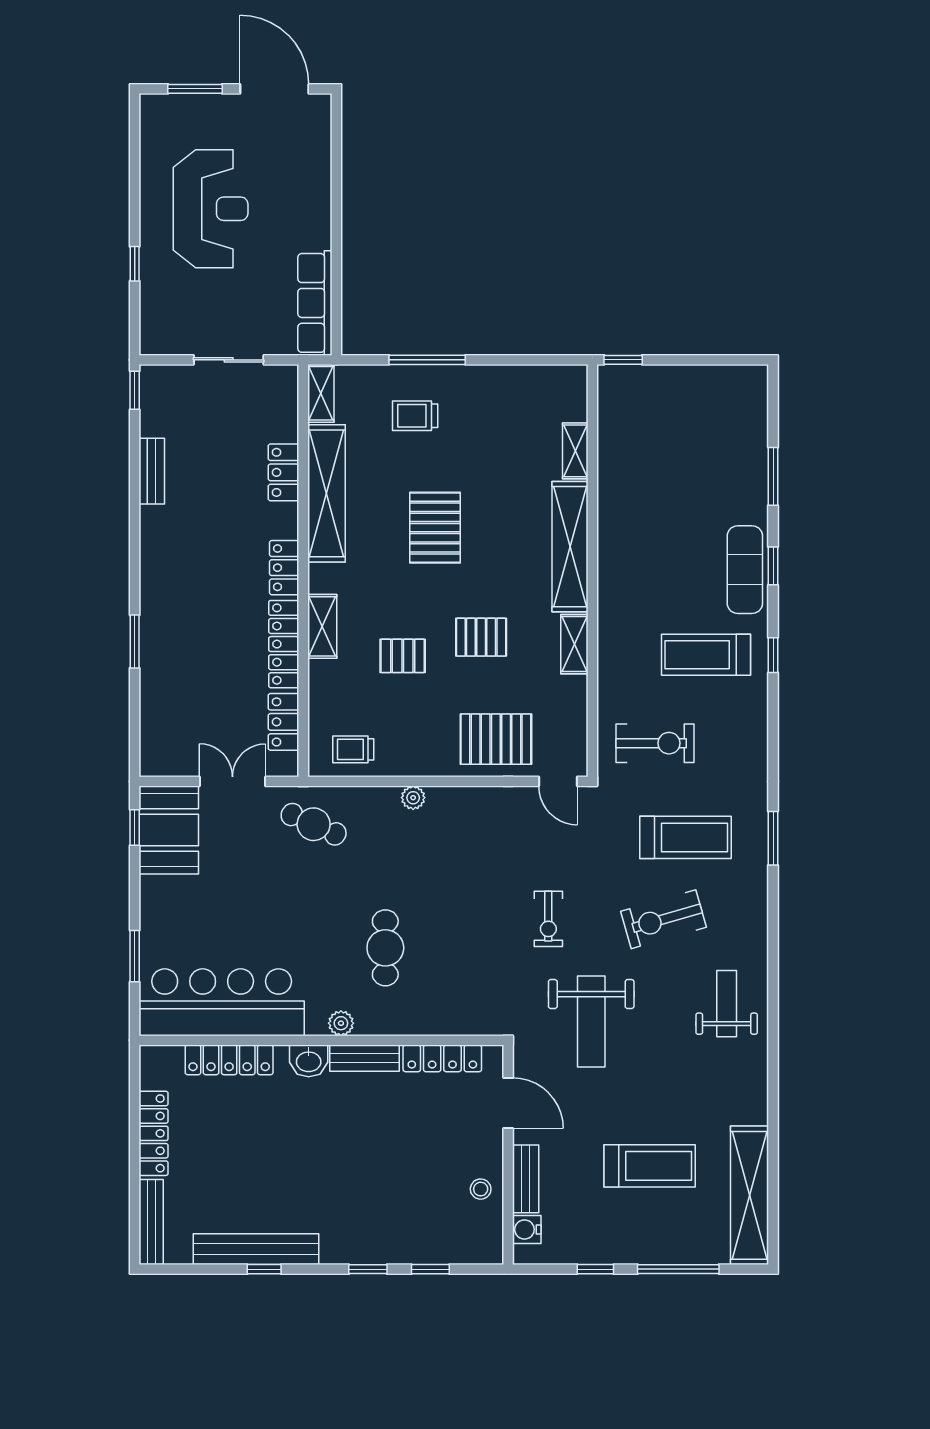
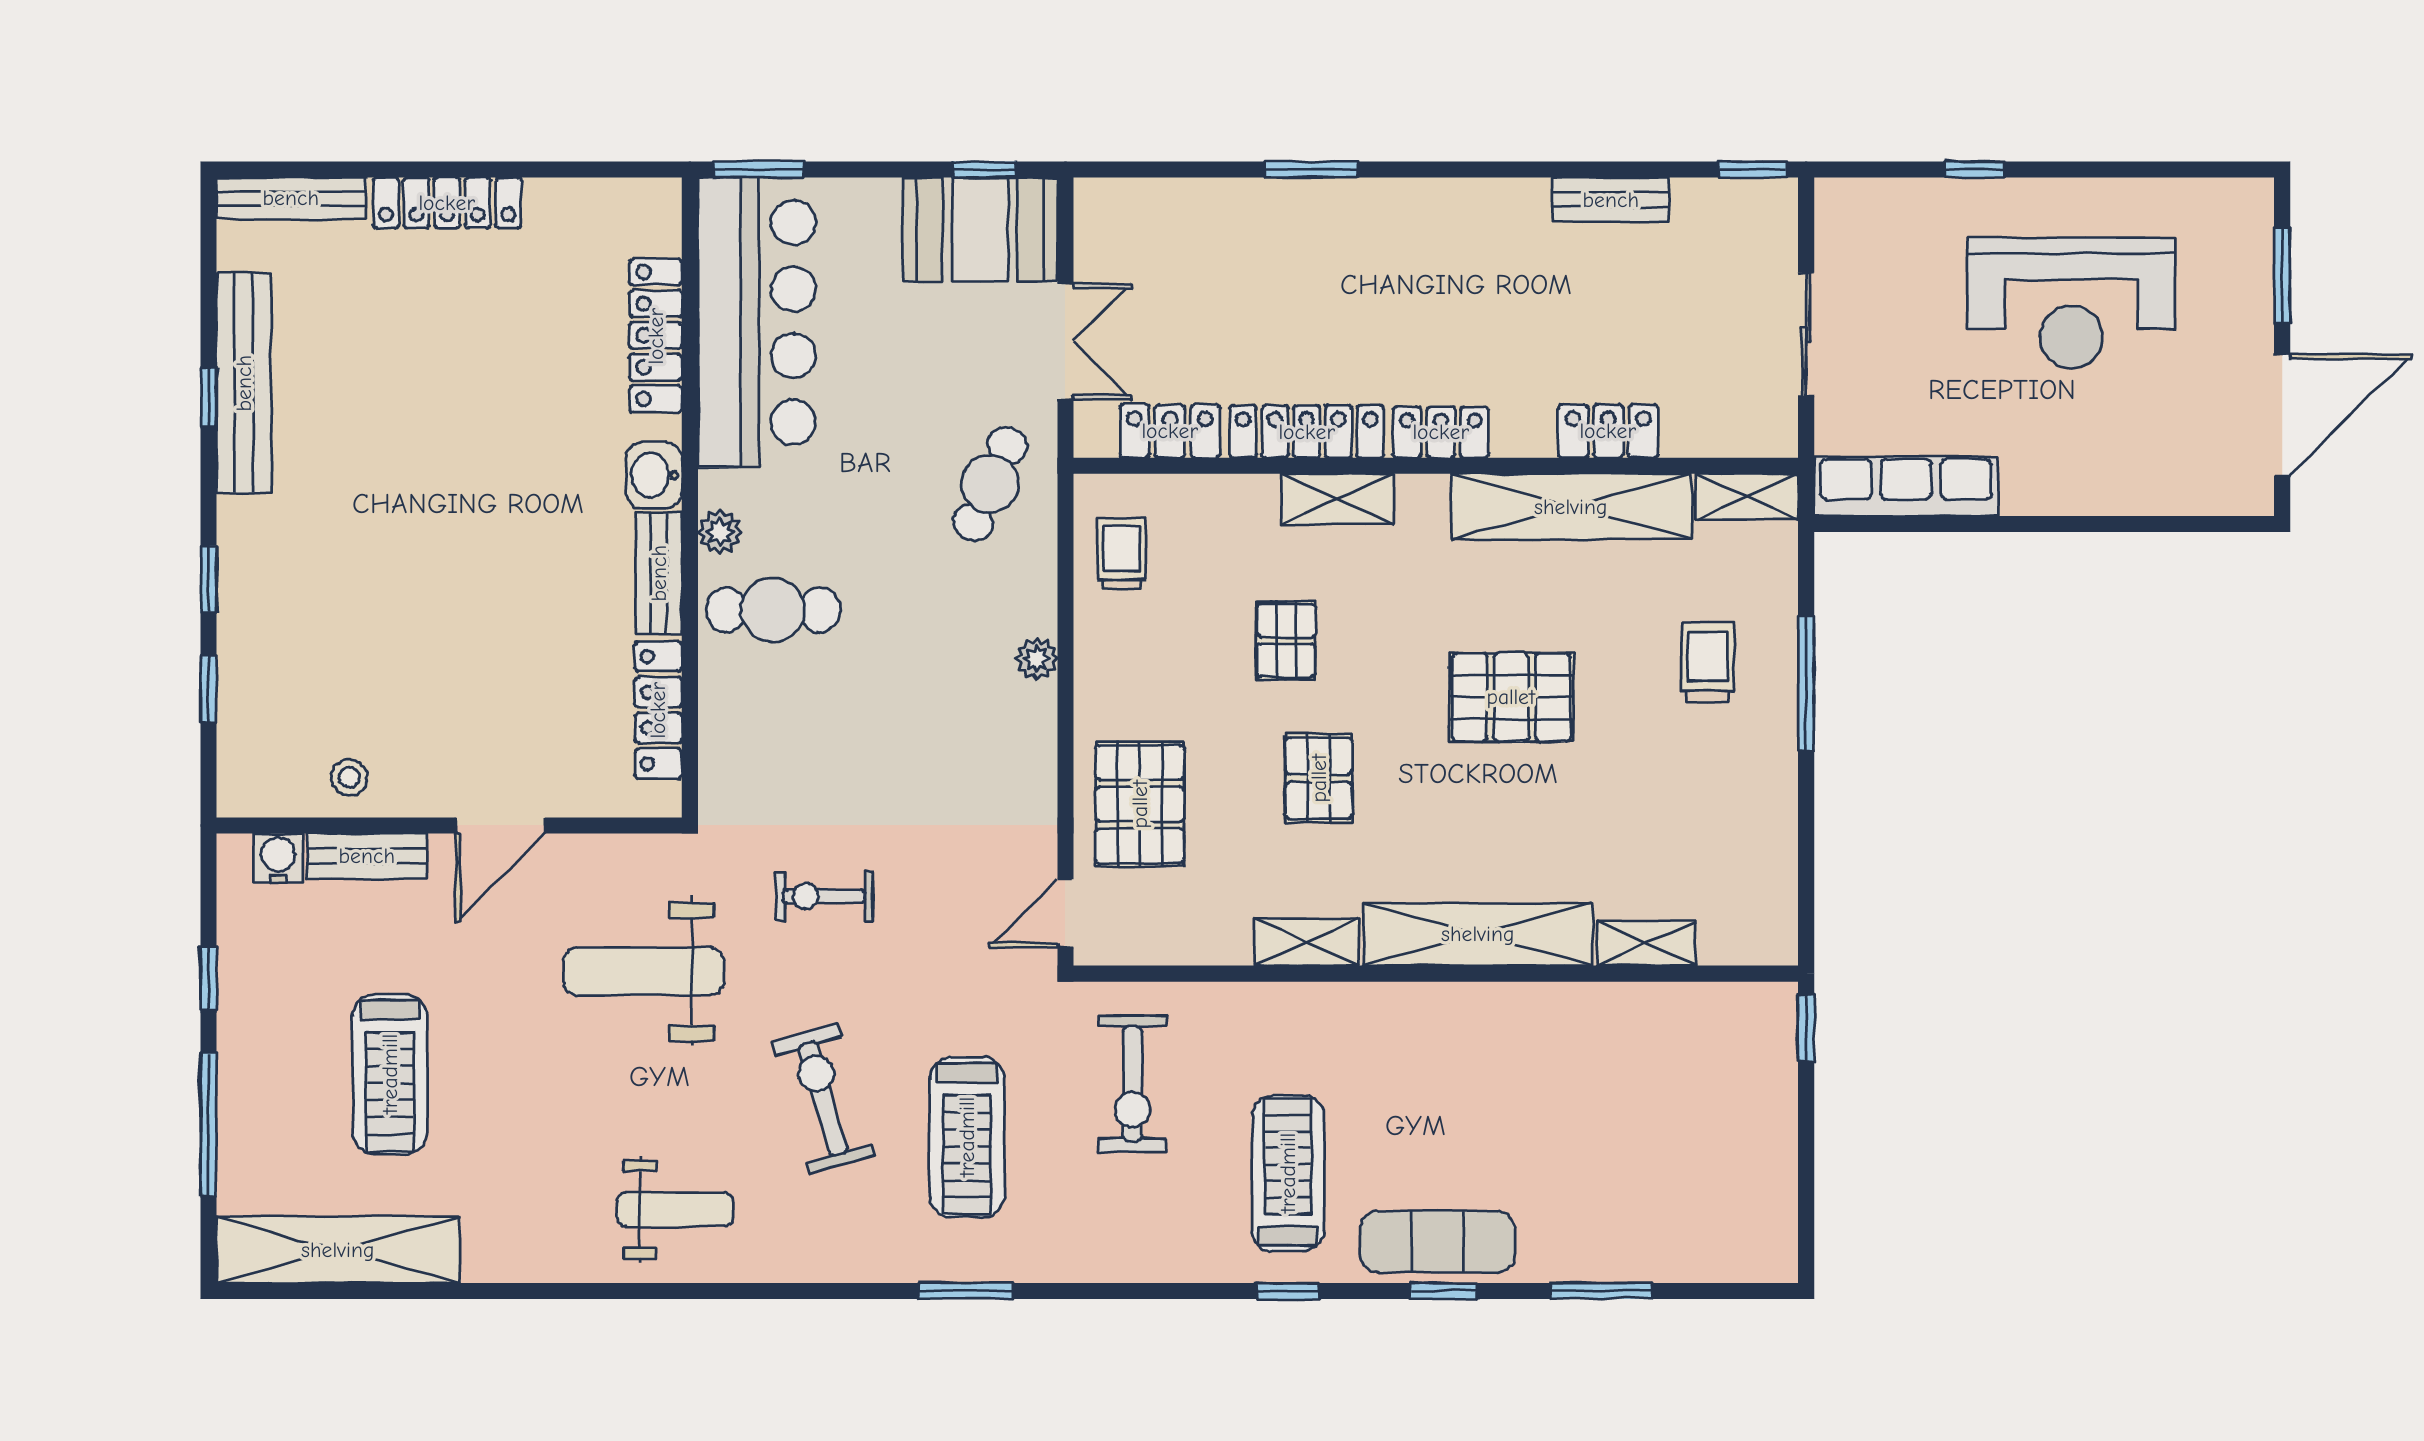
bar counter: (222, 1002) -> (757, 322), moved
plant: (341, 1023) -> (720, 532), moved
wall: (321, 1040) -> (690, 497), moved
bench: (365, 1058) -> (659, 573), moved
locker: (442, 1058) -> (658, 710), moved
locker: (229, 1060) -> (656, 336), moved
washbasin: (309, 1061) -> (654, 475), moved

